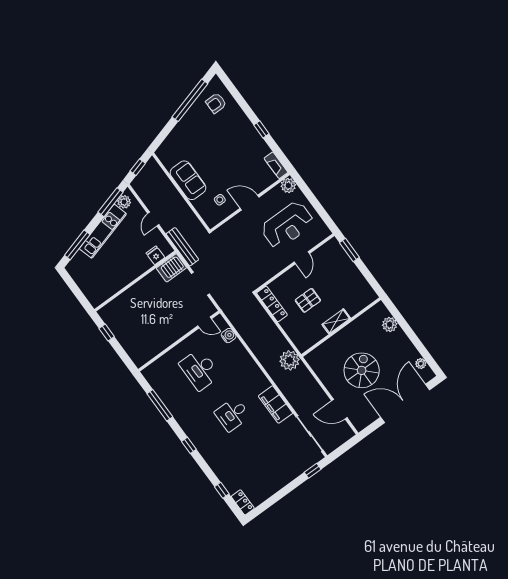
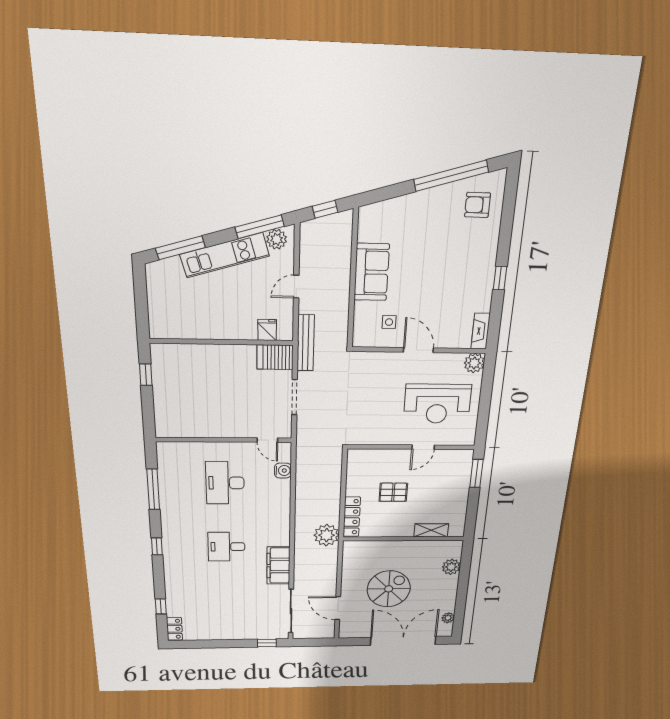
locker: (272, 304) -> (352, 517), moved
shelving: (336, 321) -> (431, 530), moved

